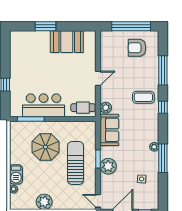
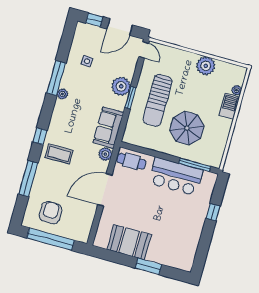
armchair: (137, 48) -> (51, 213), turned -90
door: (98, 78) -> (105, 190), width x1.87

